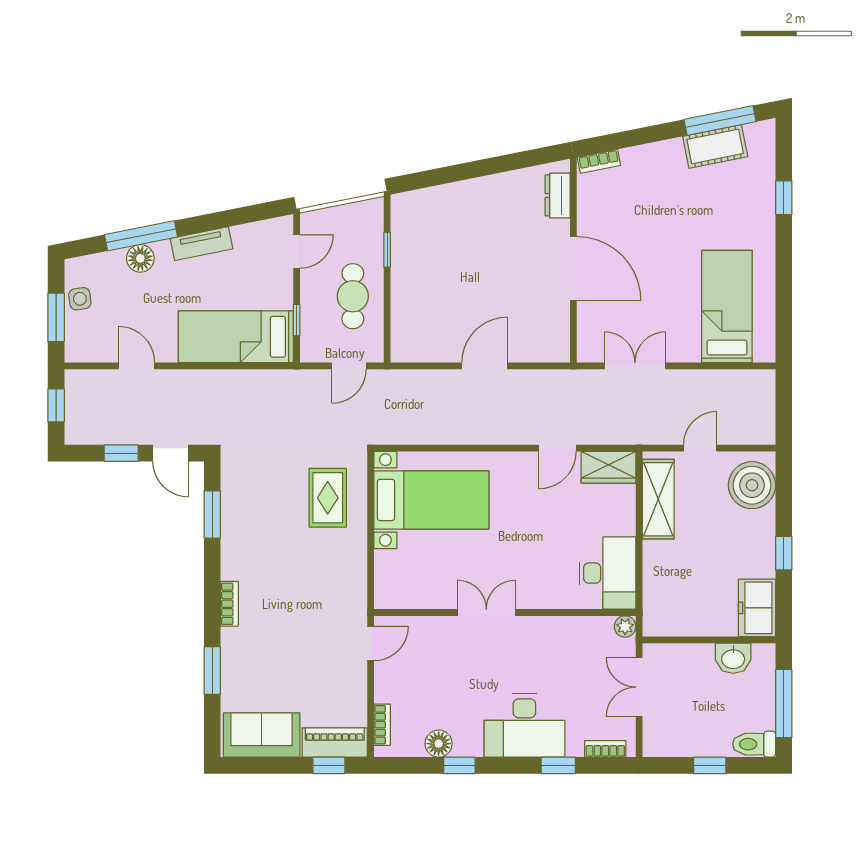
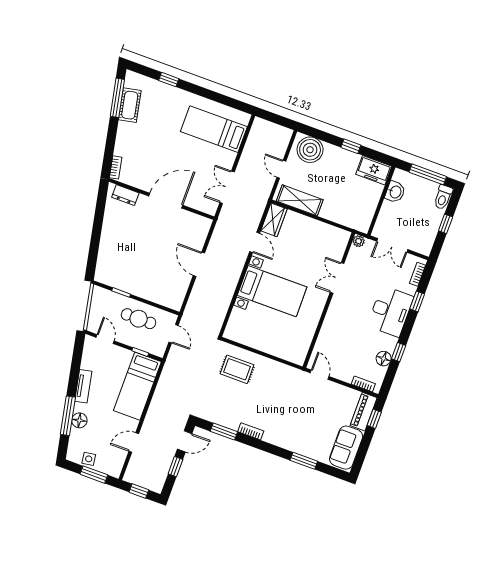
bed with nightstands: (431, 500) -> (272, 291), moved, turned 90
desk: (607, 573) -> (328, 240), removed
bookcase: (229, 604) -> (251, 431), moved
double door: (486, 612) -> (337, 278), moved

